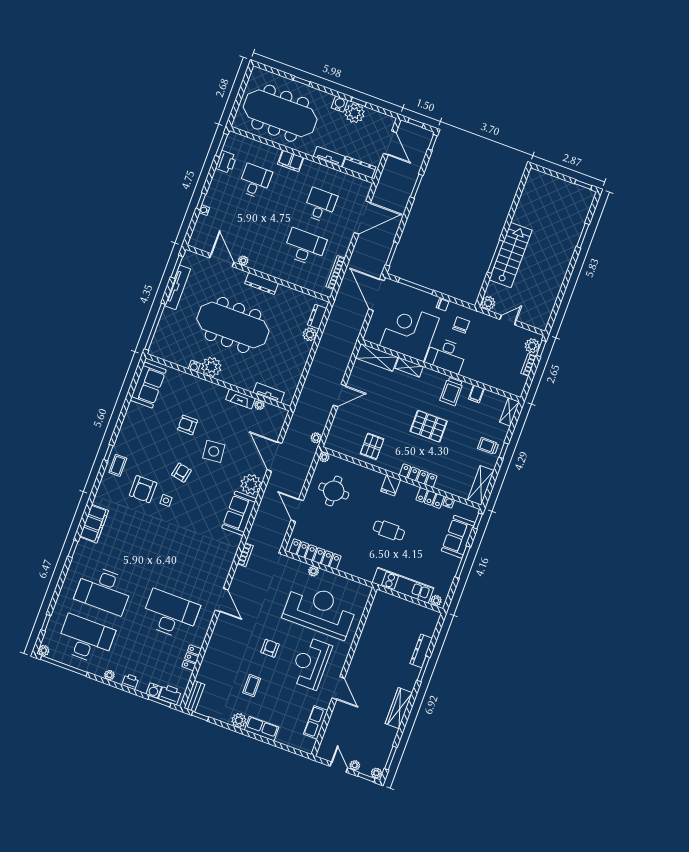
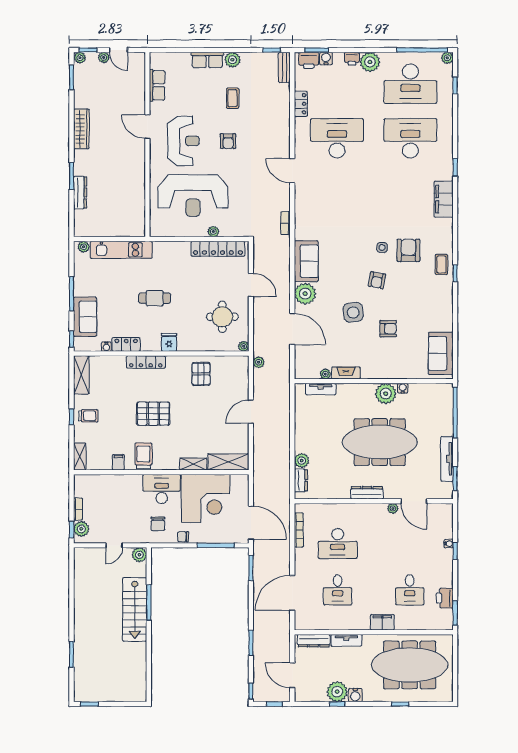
desk: (170, 614) -> (337, 138), turned 180
plant: (109, 675) -> (370, 62), width x1.87, depth x1.87

